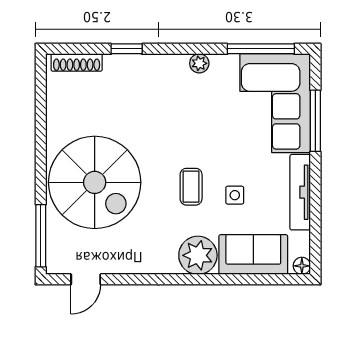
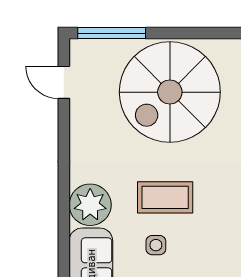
coffee table: (191, 187) -> (165, 197), width x1.36, depth x1.30

